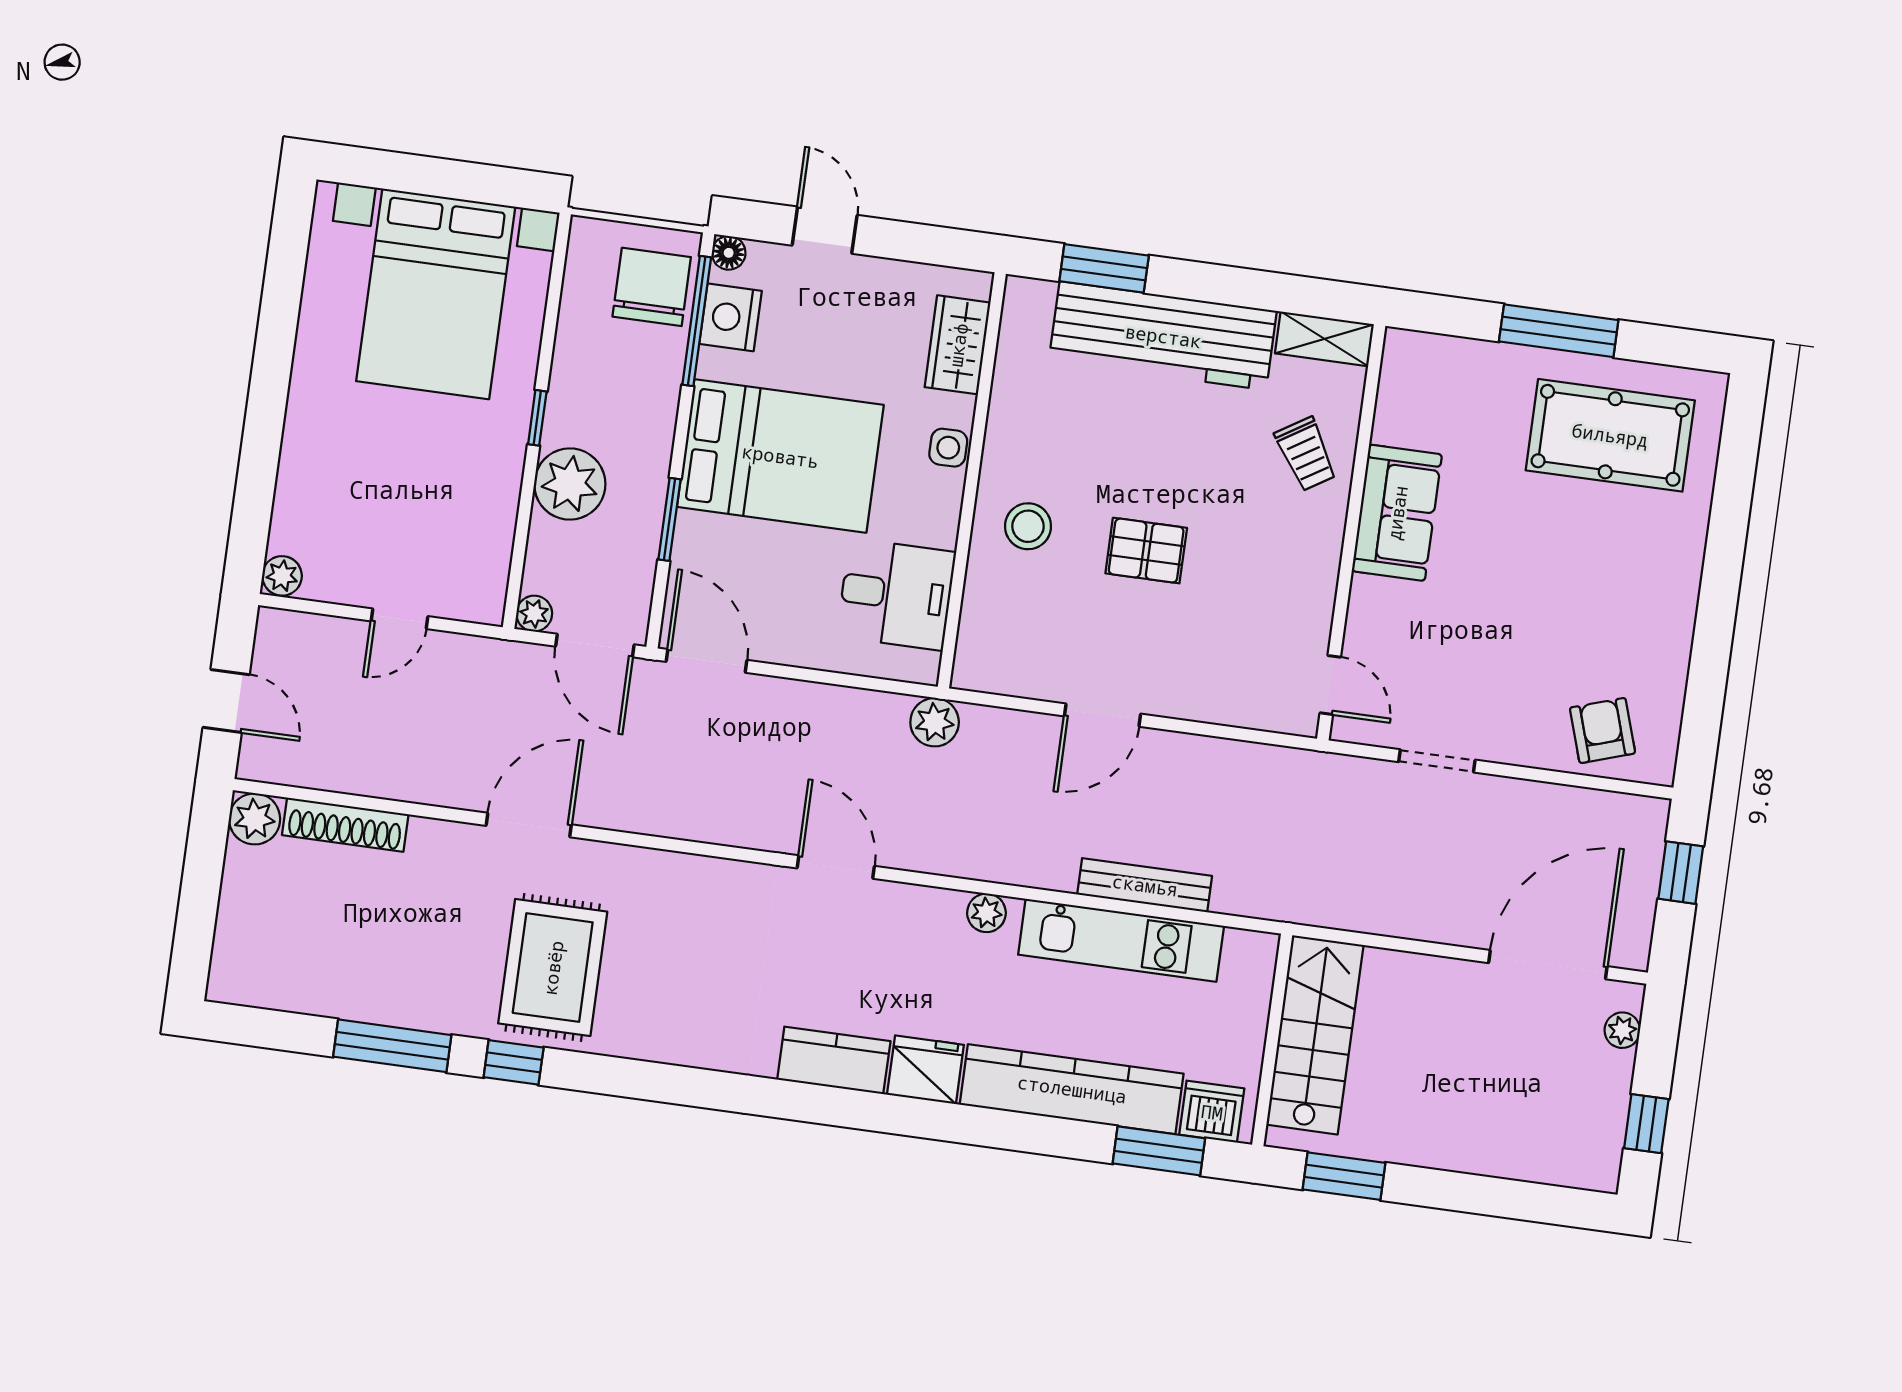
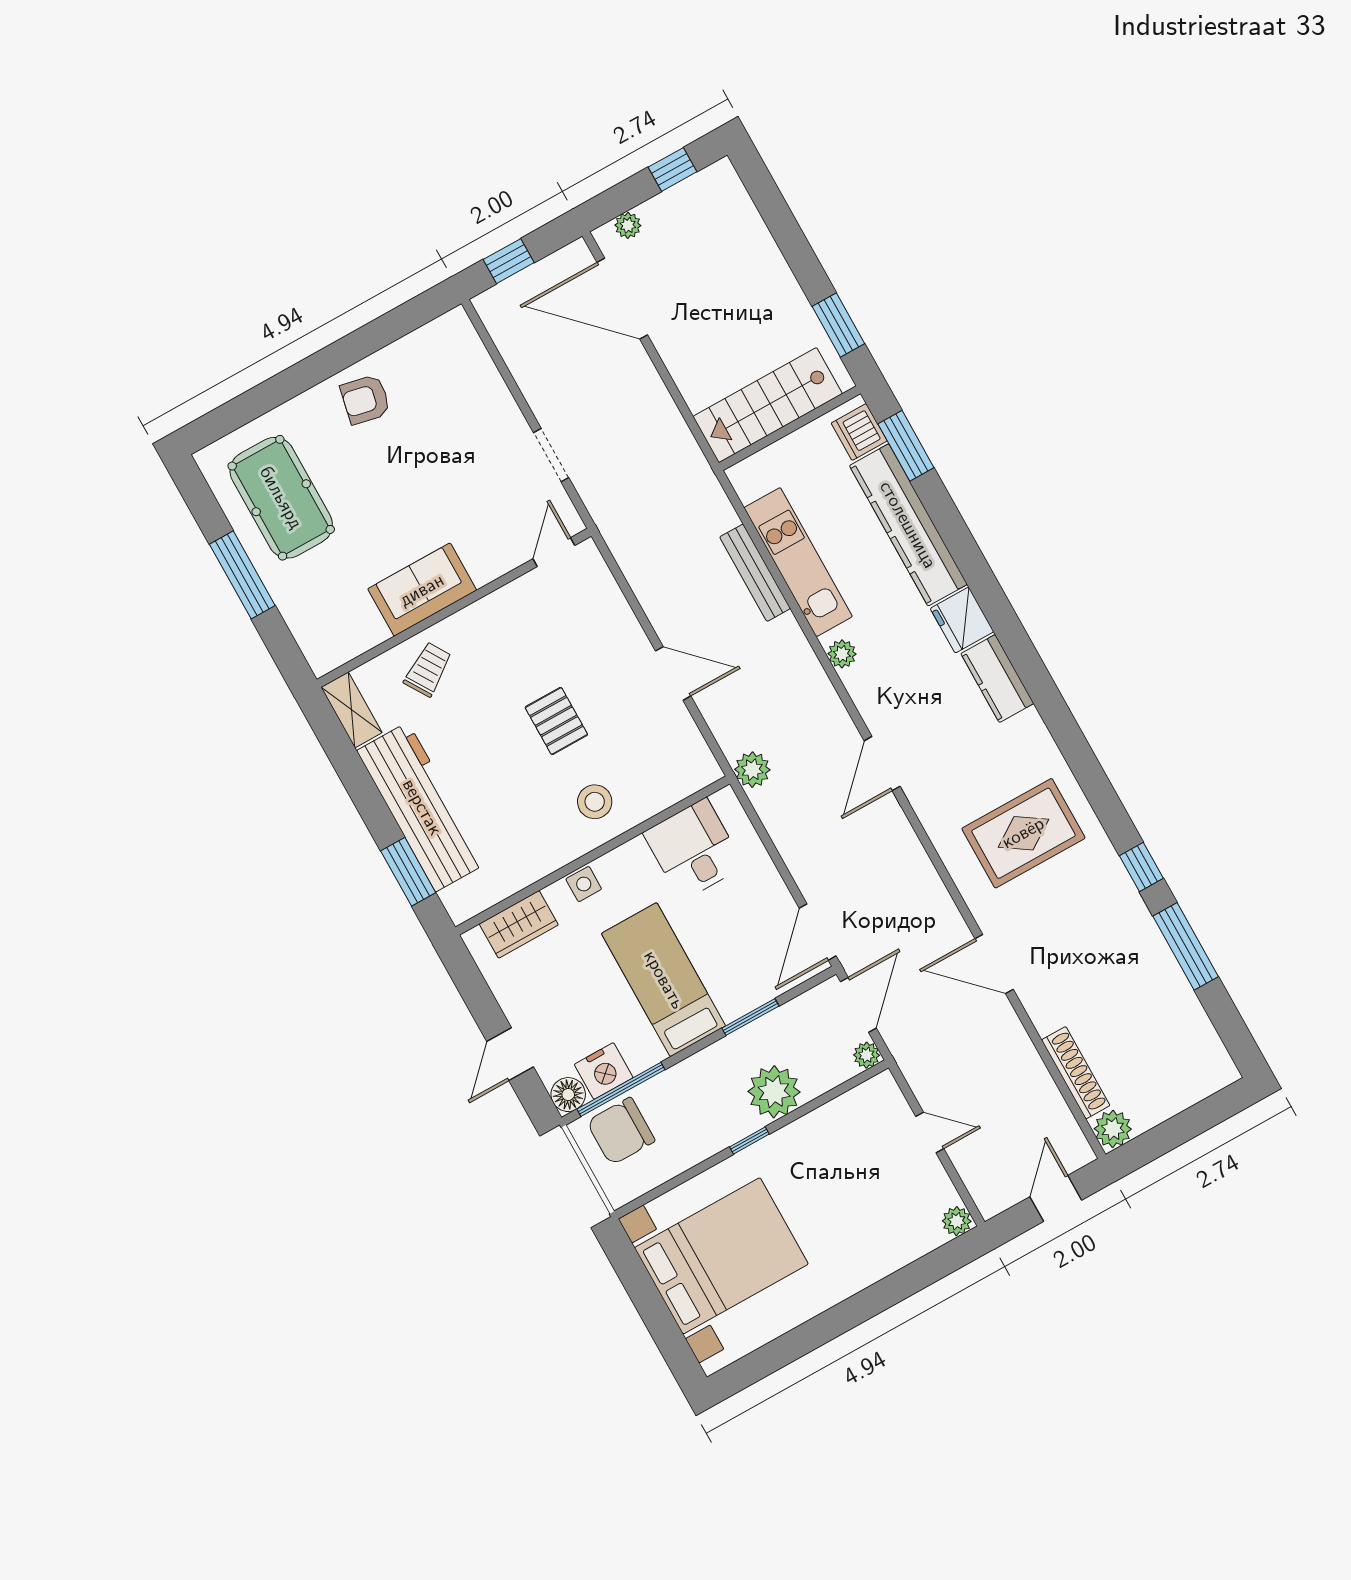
floor lamp: (729, 253) -> (568, 1095), width x1.37, depth x1.37
bed: (780, 456) -> (664, 980), width x0.67
armchair: (1602, 730) -> (365, 399), moved, turned 30
rug: (553, 968) -> (1023, 833), moved

